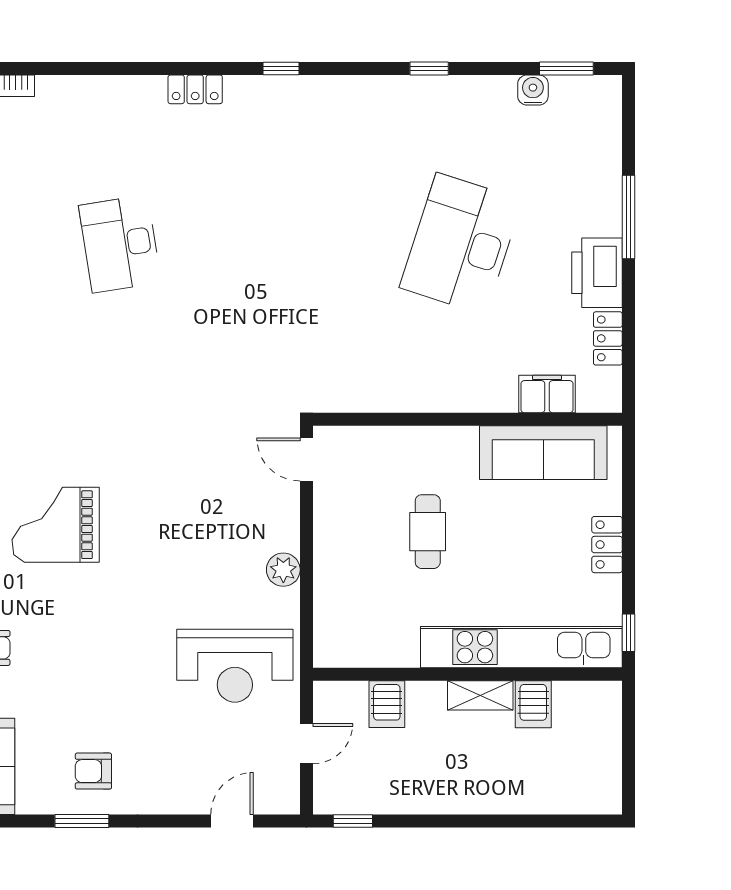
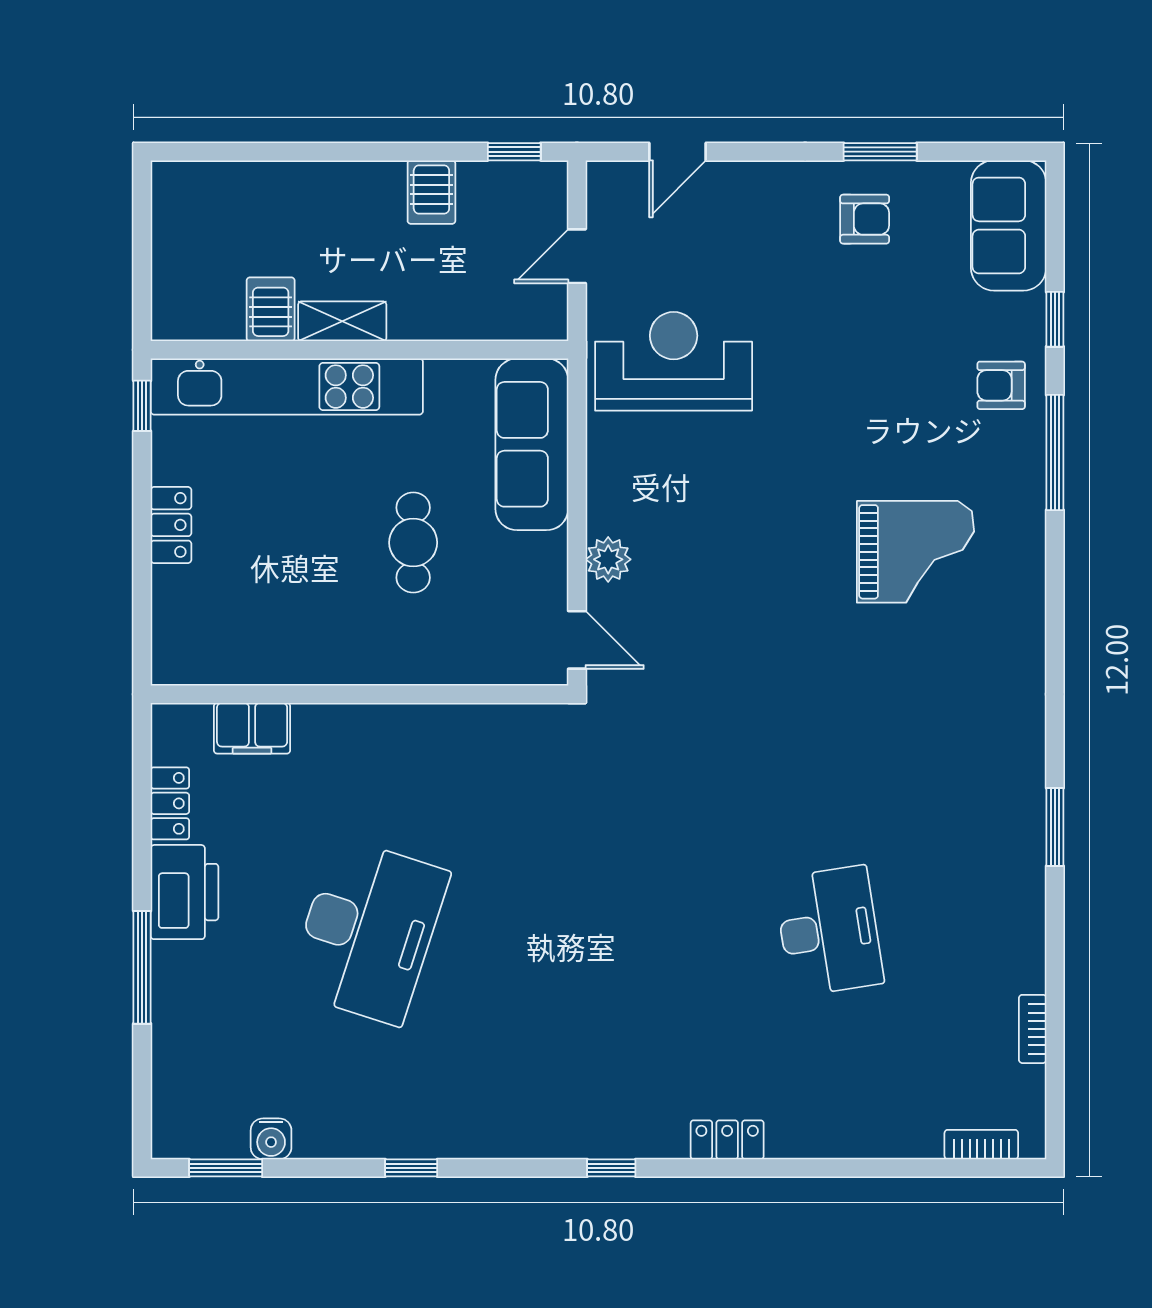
sofa: (543, 453) -> (532, 444), moved, turned -90
plant: (283, 570) -> (608, 559), moved
server rack: (387, 704) -> (431, 192), moved, turned 180

